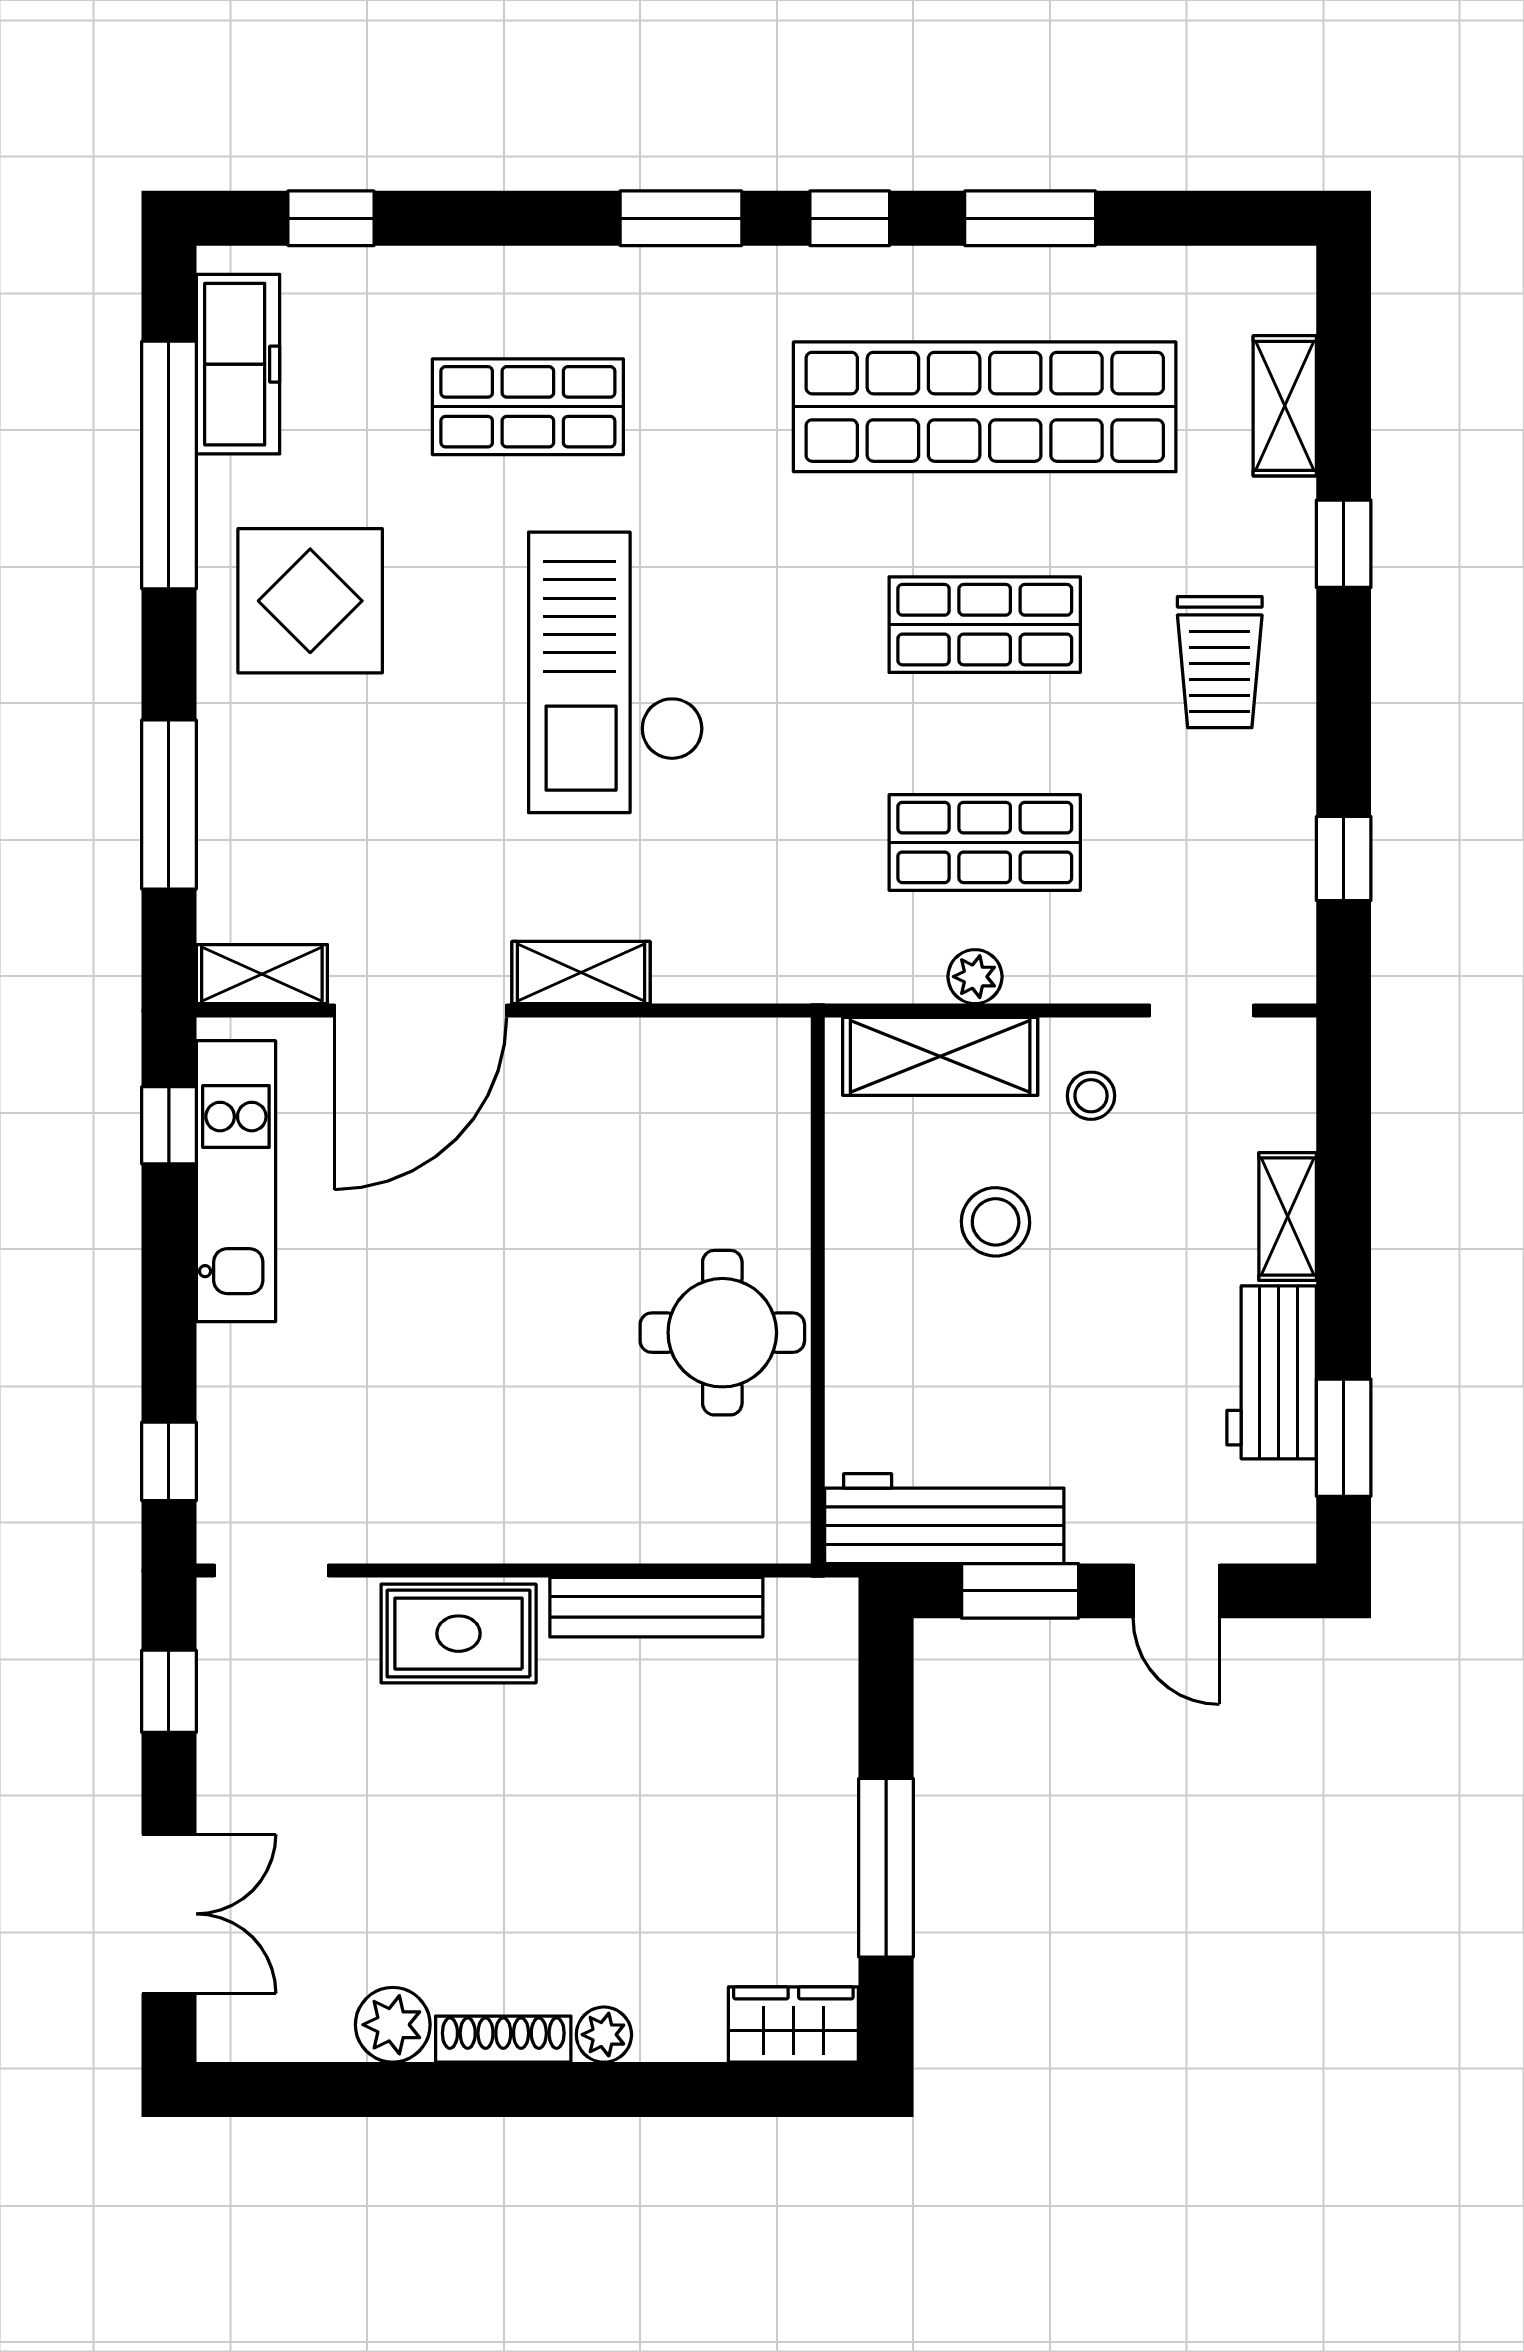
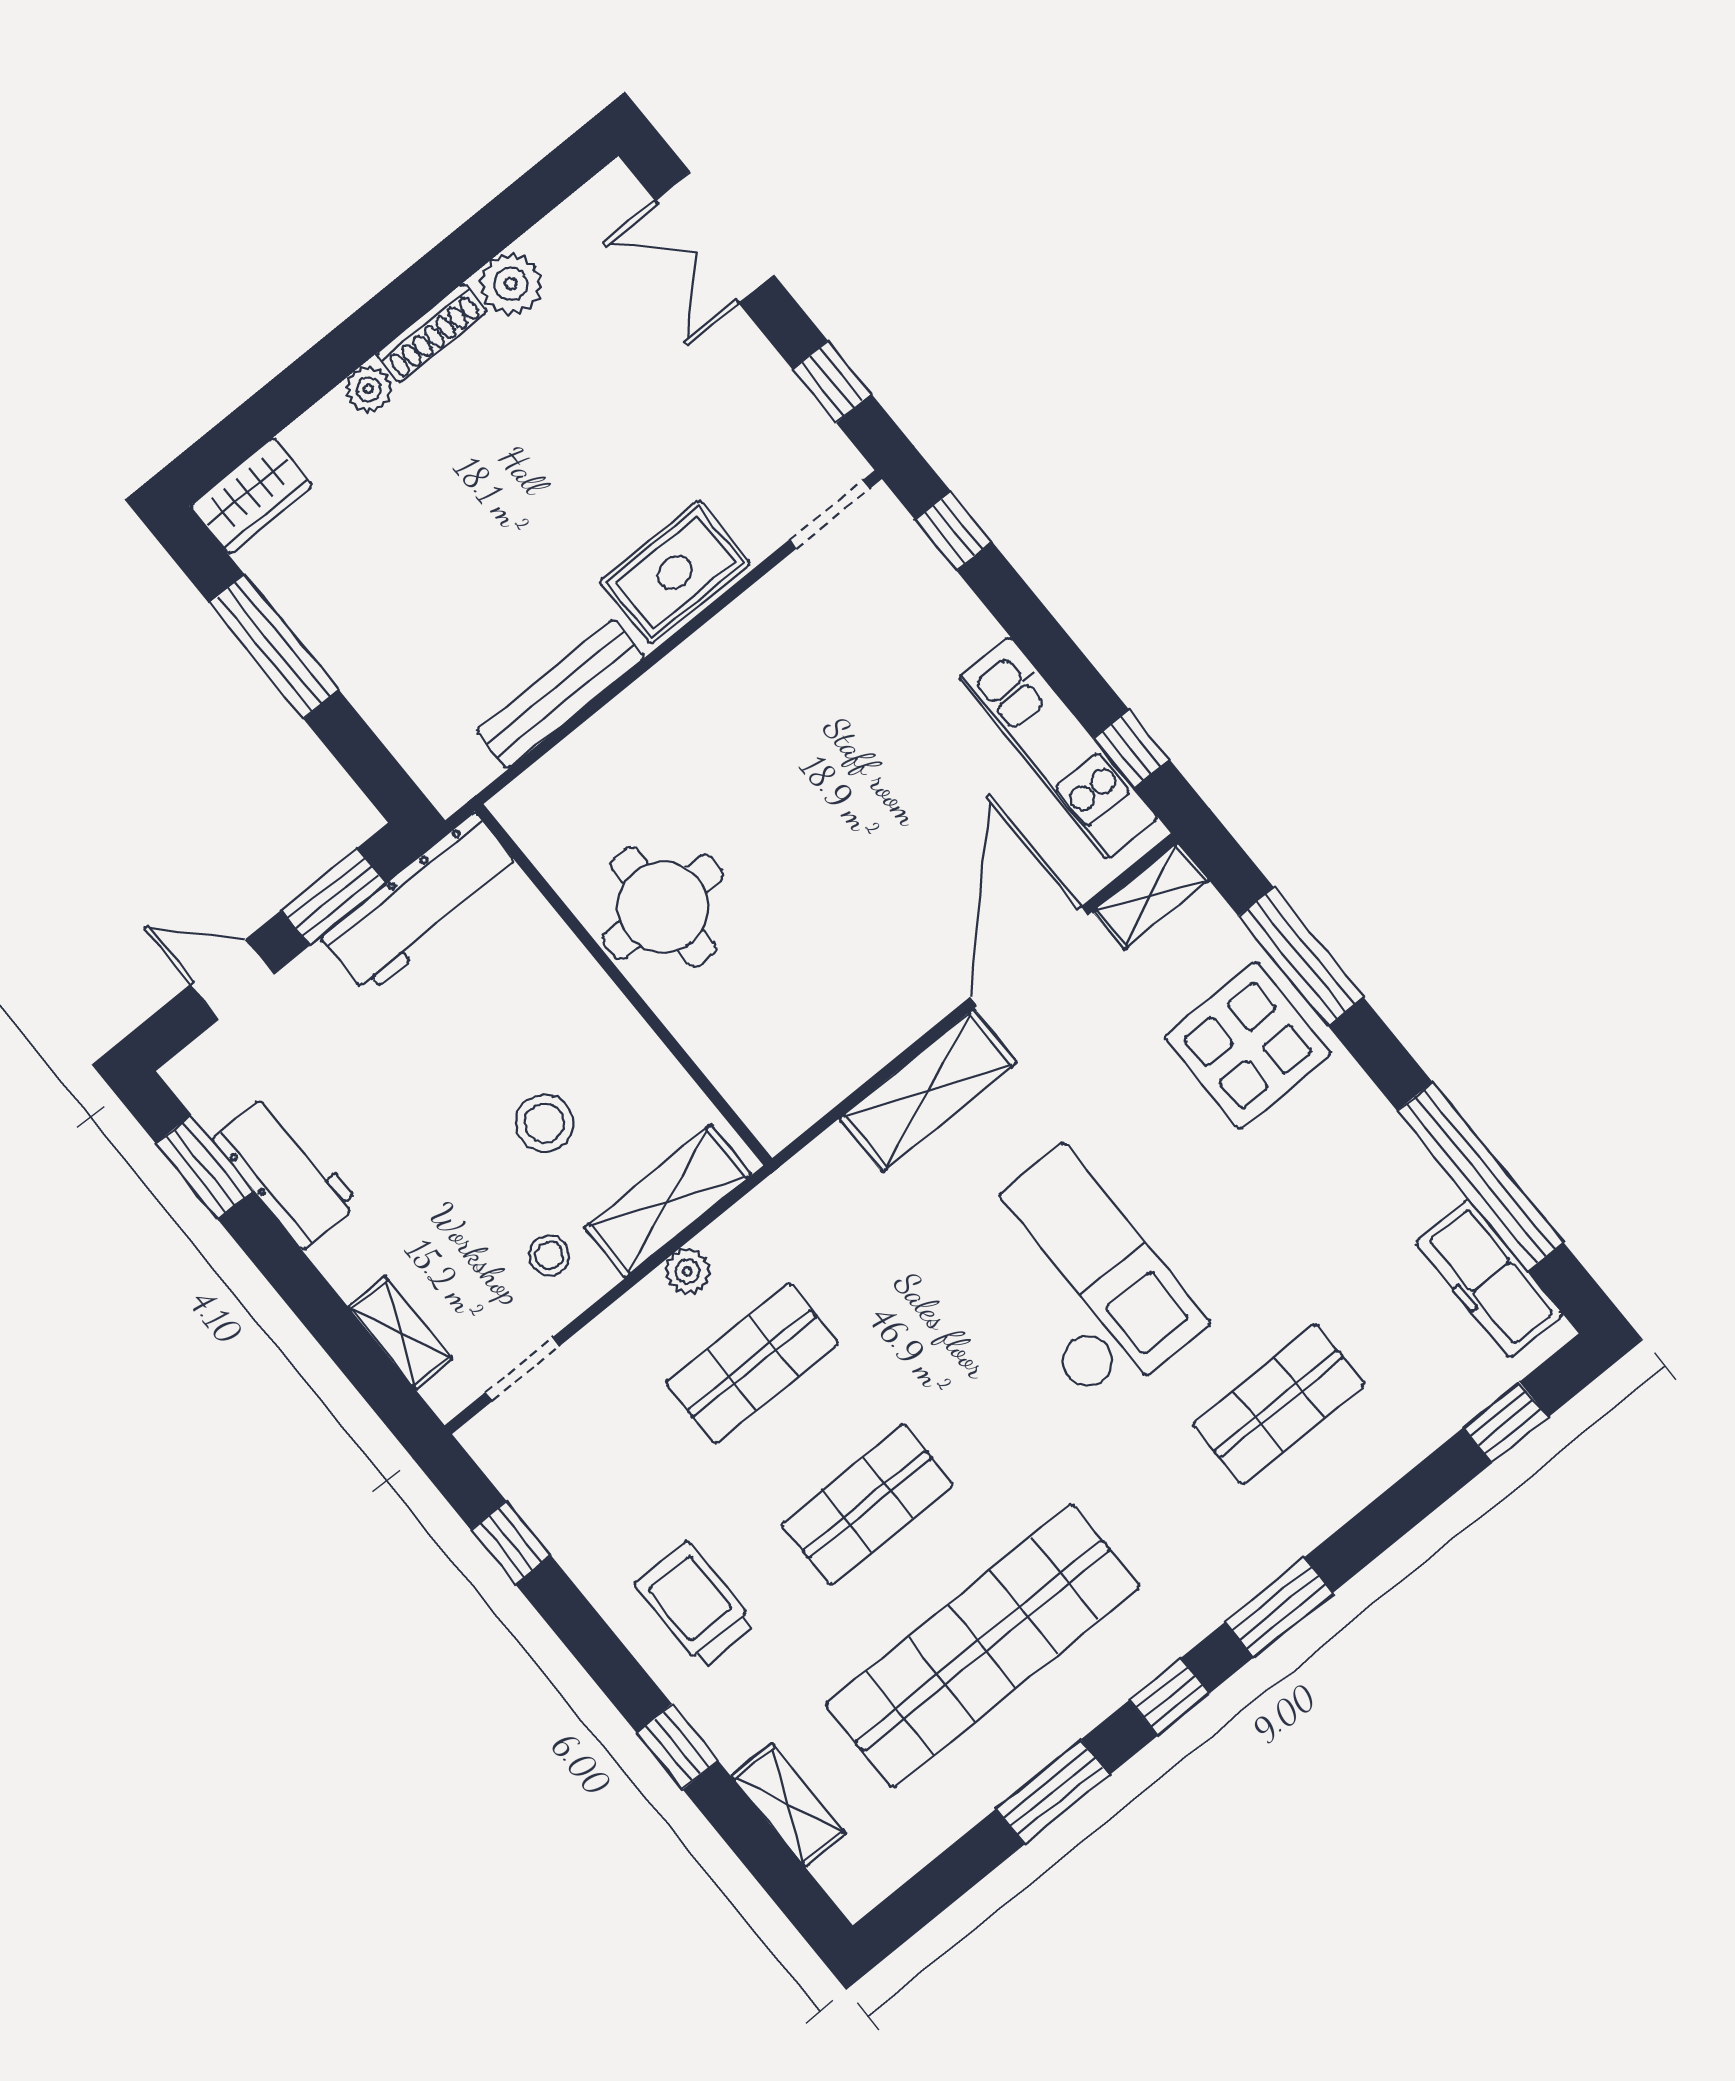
display table: (310, 601) -> (1248, 1045), moved
shelving: (581, 973) -> (928, 1091), width x1.50, depth x1.33
shelving: (1288, 1216) -> (400, 1333), moved

